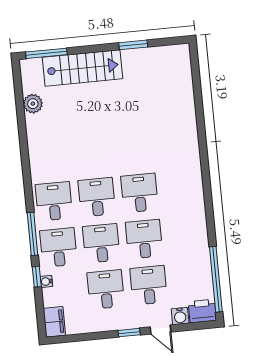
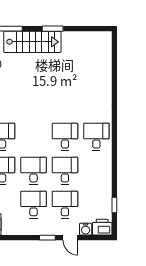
window: (133, 45) -> (53, 29), moved
desk: (97, 197) -> (96, 137), moved
window: (216, 279) -> (114, 205), width x0.32

